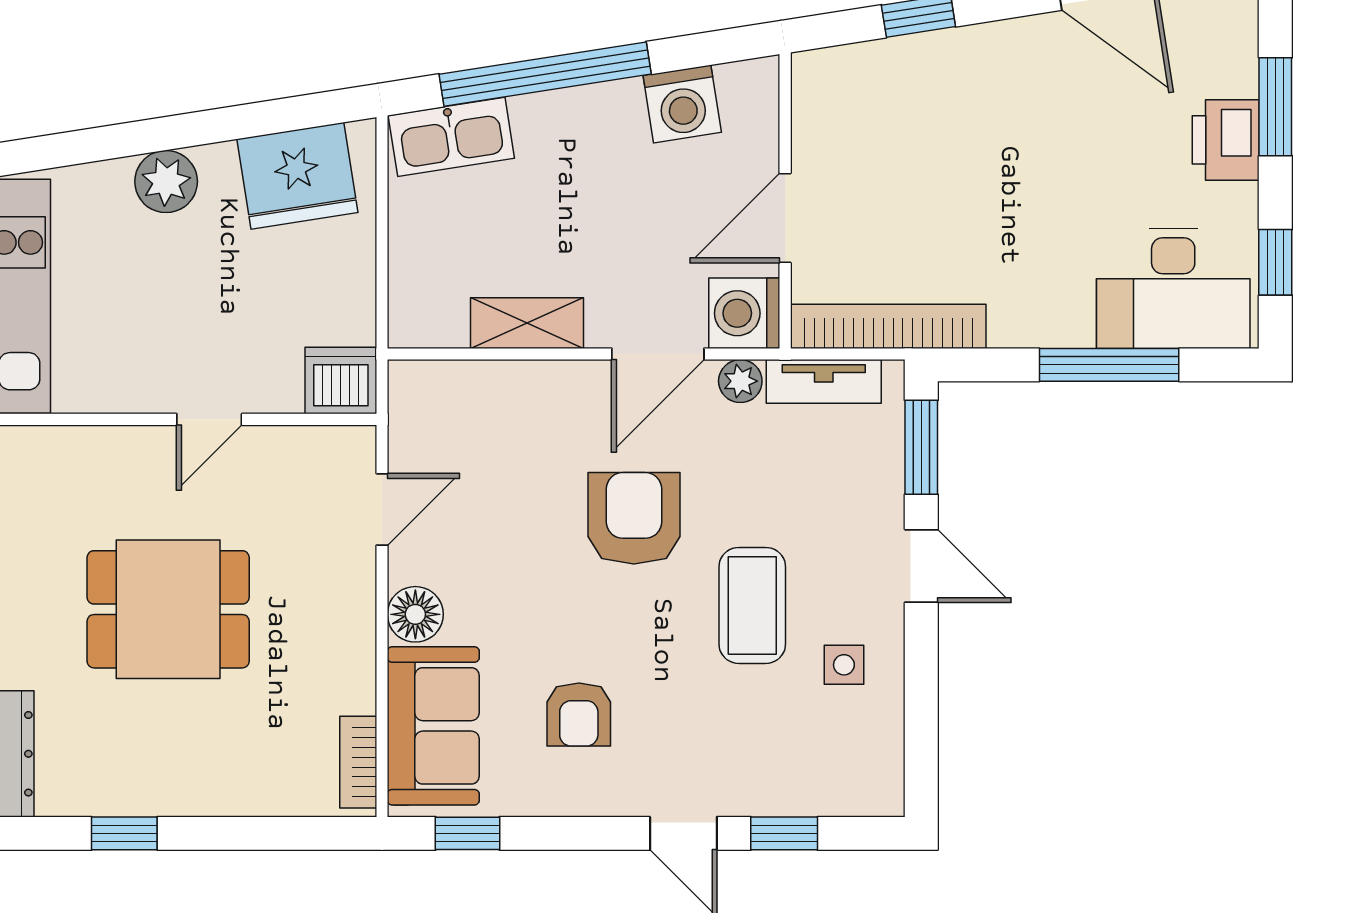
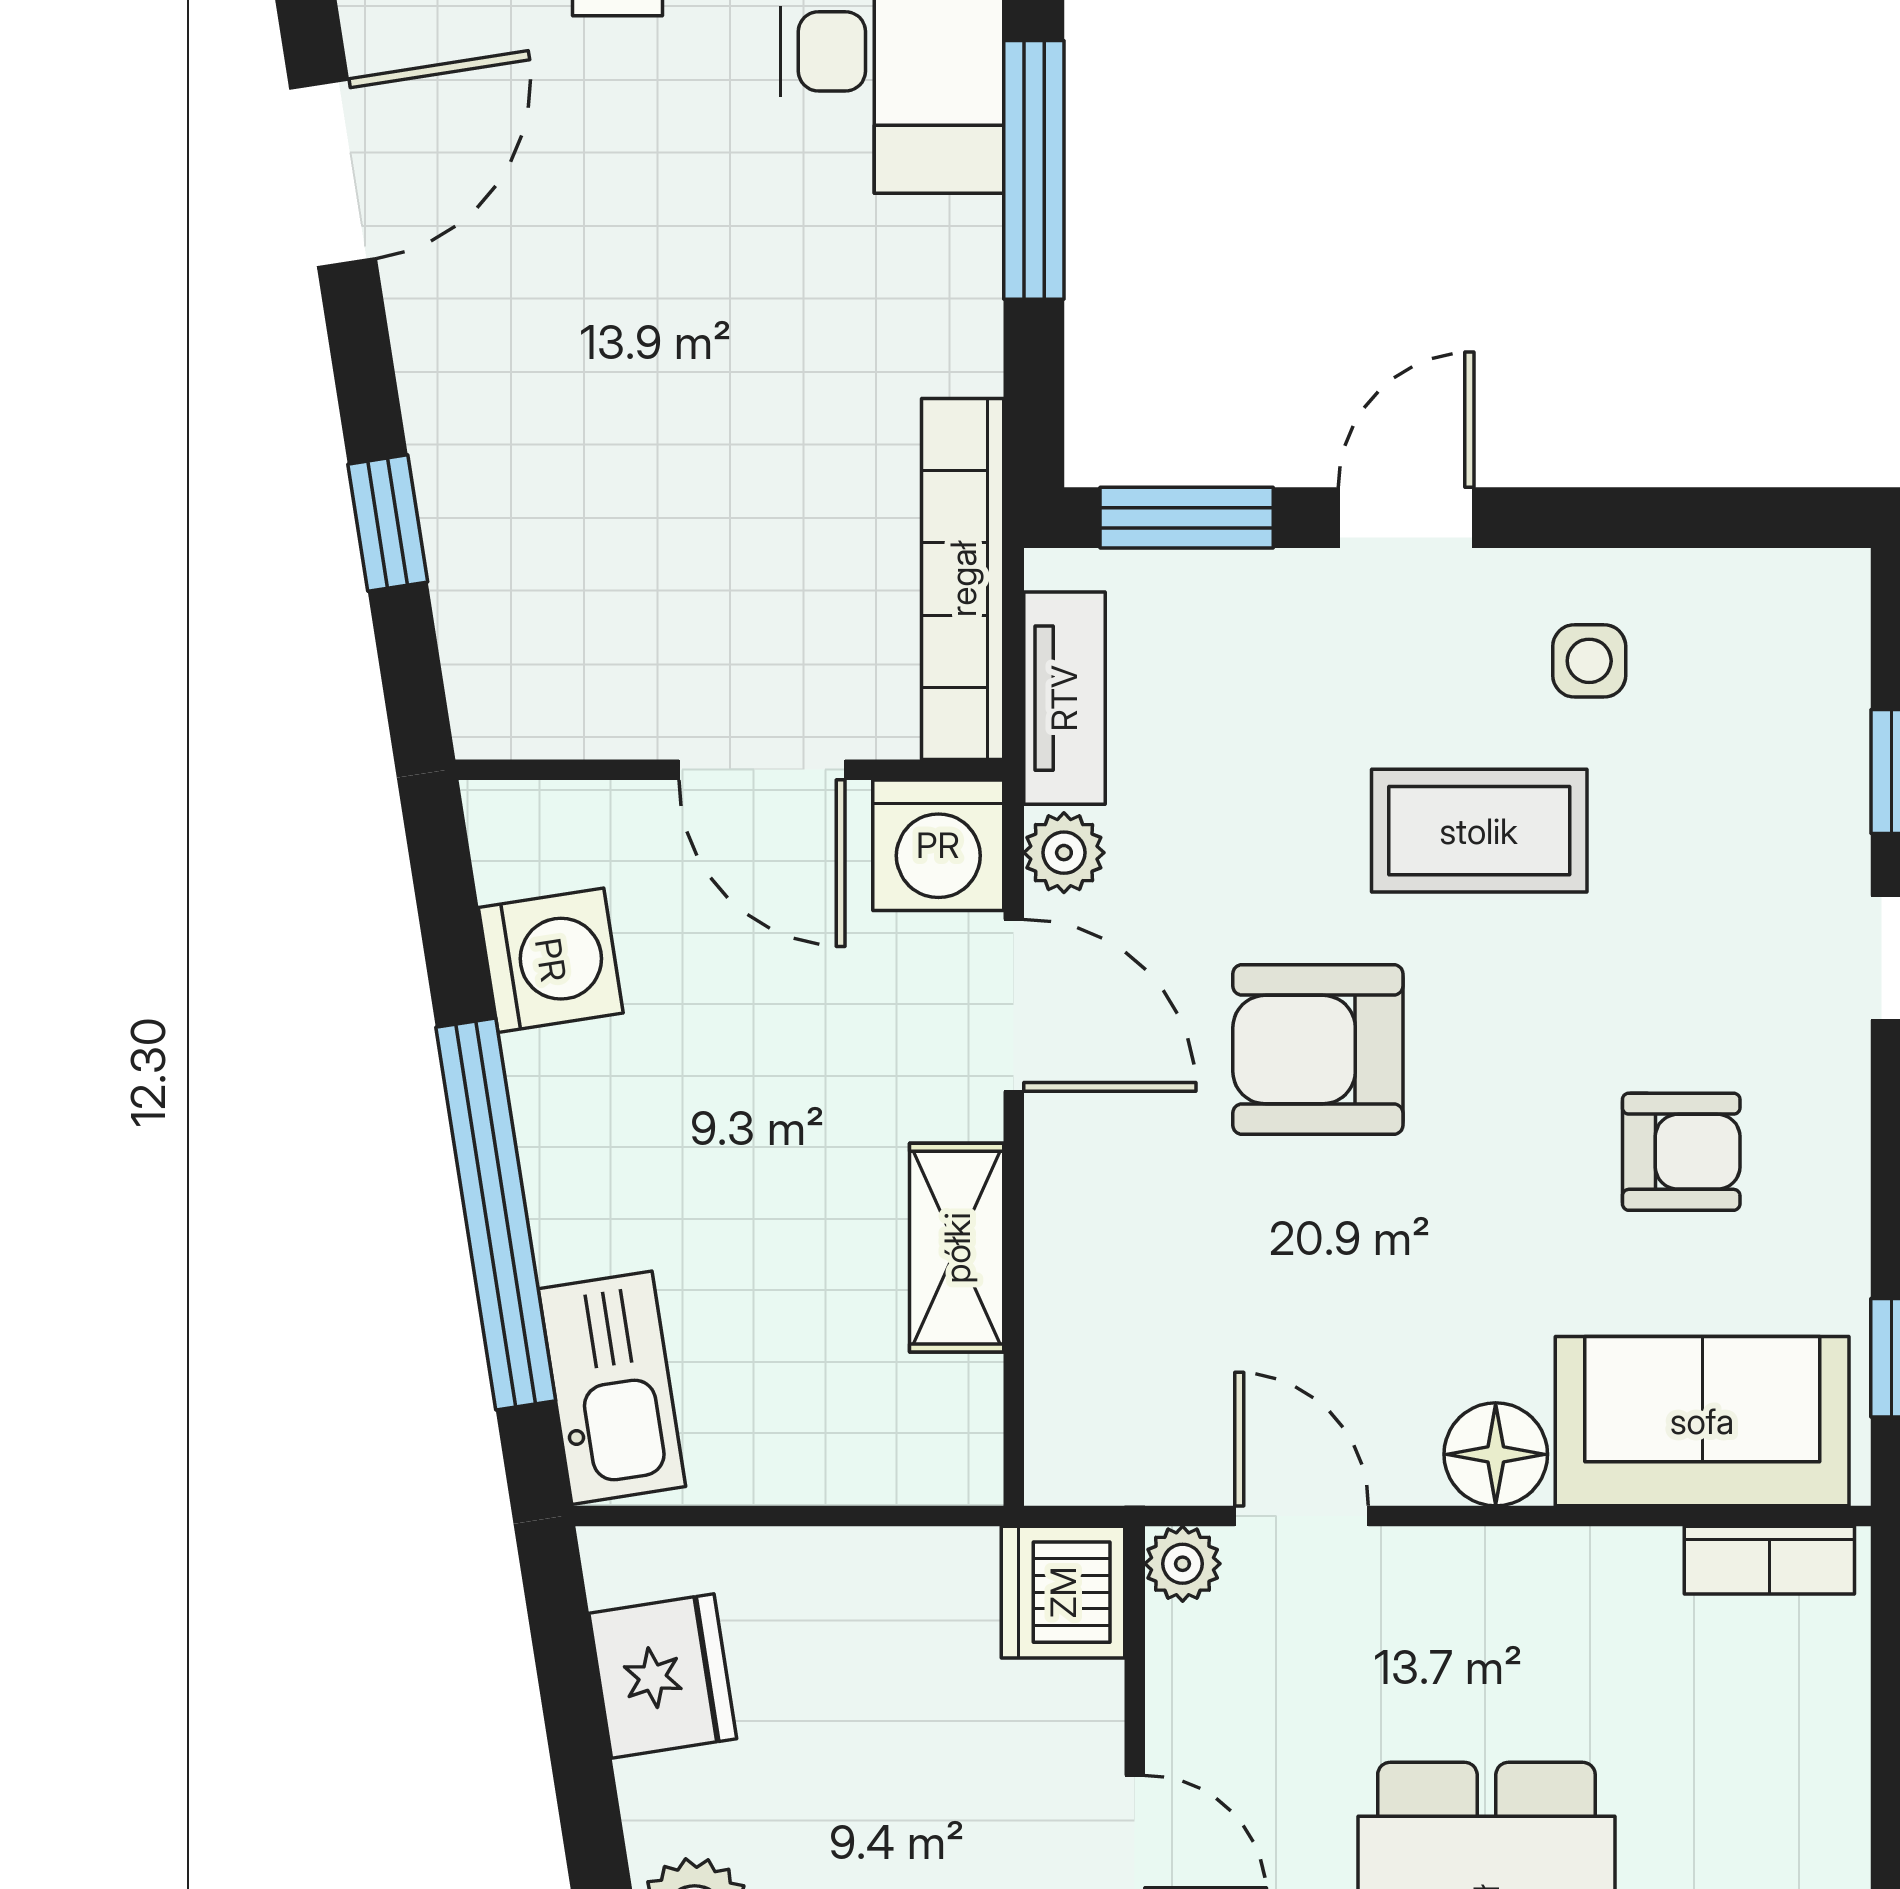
fridge: (297, 176) -> (663, 1676), width x0.73, depth x0.75
plant: (356, 445) -> (1183, 1564), added

